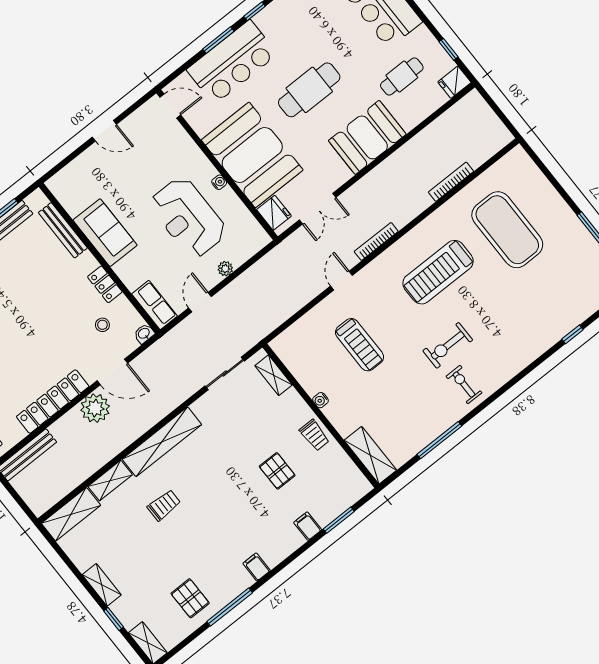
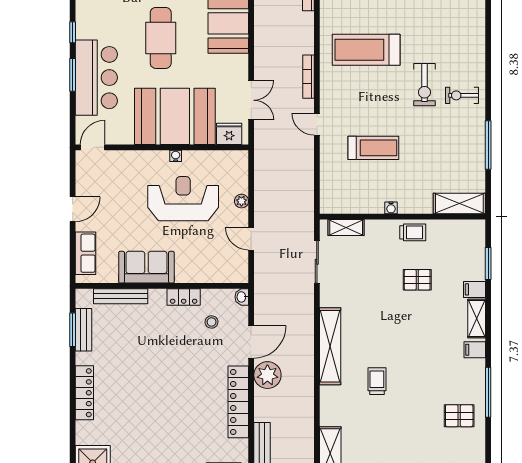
reception desk: (188, 217) -> (183, 199), turned 180
treadmill: (438, 272) -> (366, 50), turned 90
row of seats: (155, 305) -> (86, 253), moved, turned 90
shelving: (110, 481) -> (477, 318), moved

